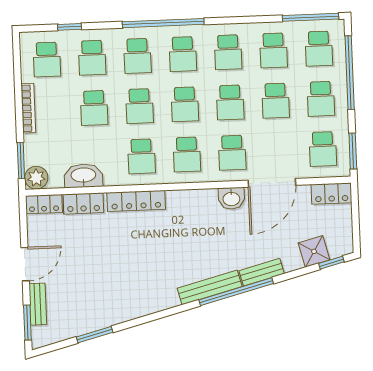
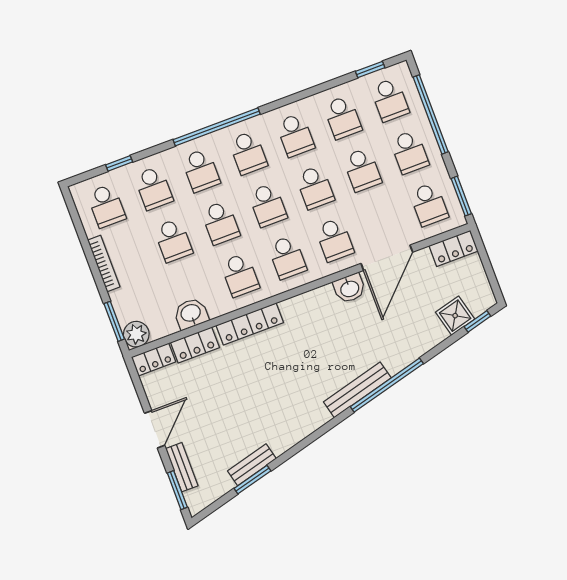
window: (311, 17) -> (370, 69), width x0.46
washbasin: (83, 176) -> (191, 314), width x0.72
bench: (262, 272) -> (252, 465), moved

